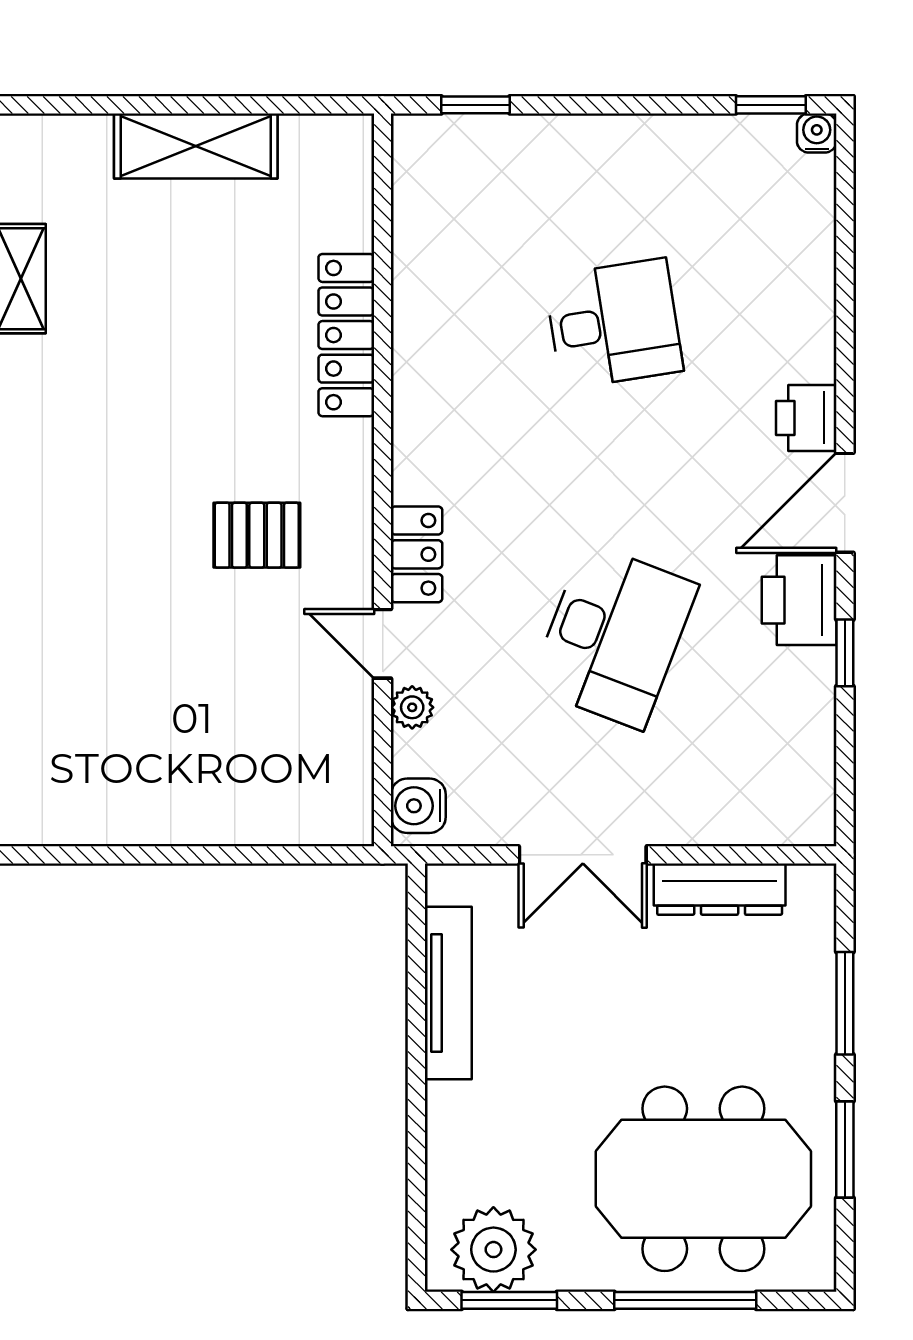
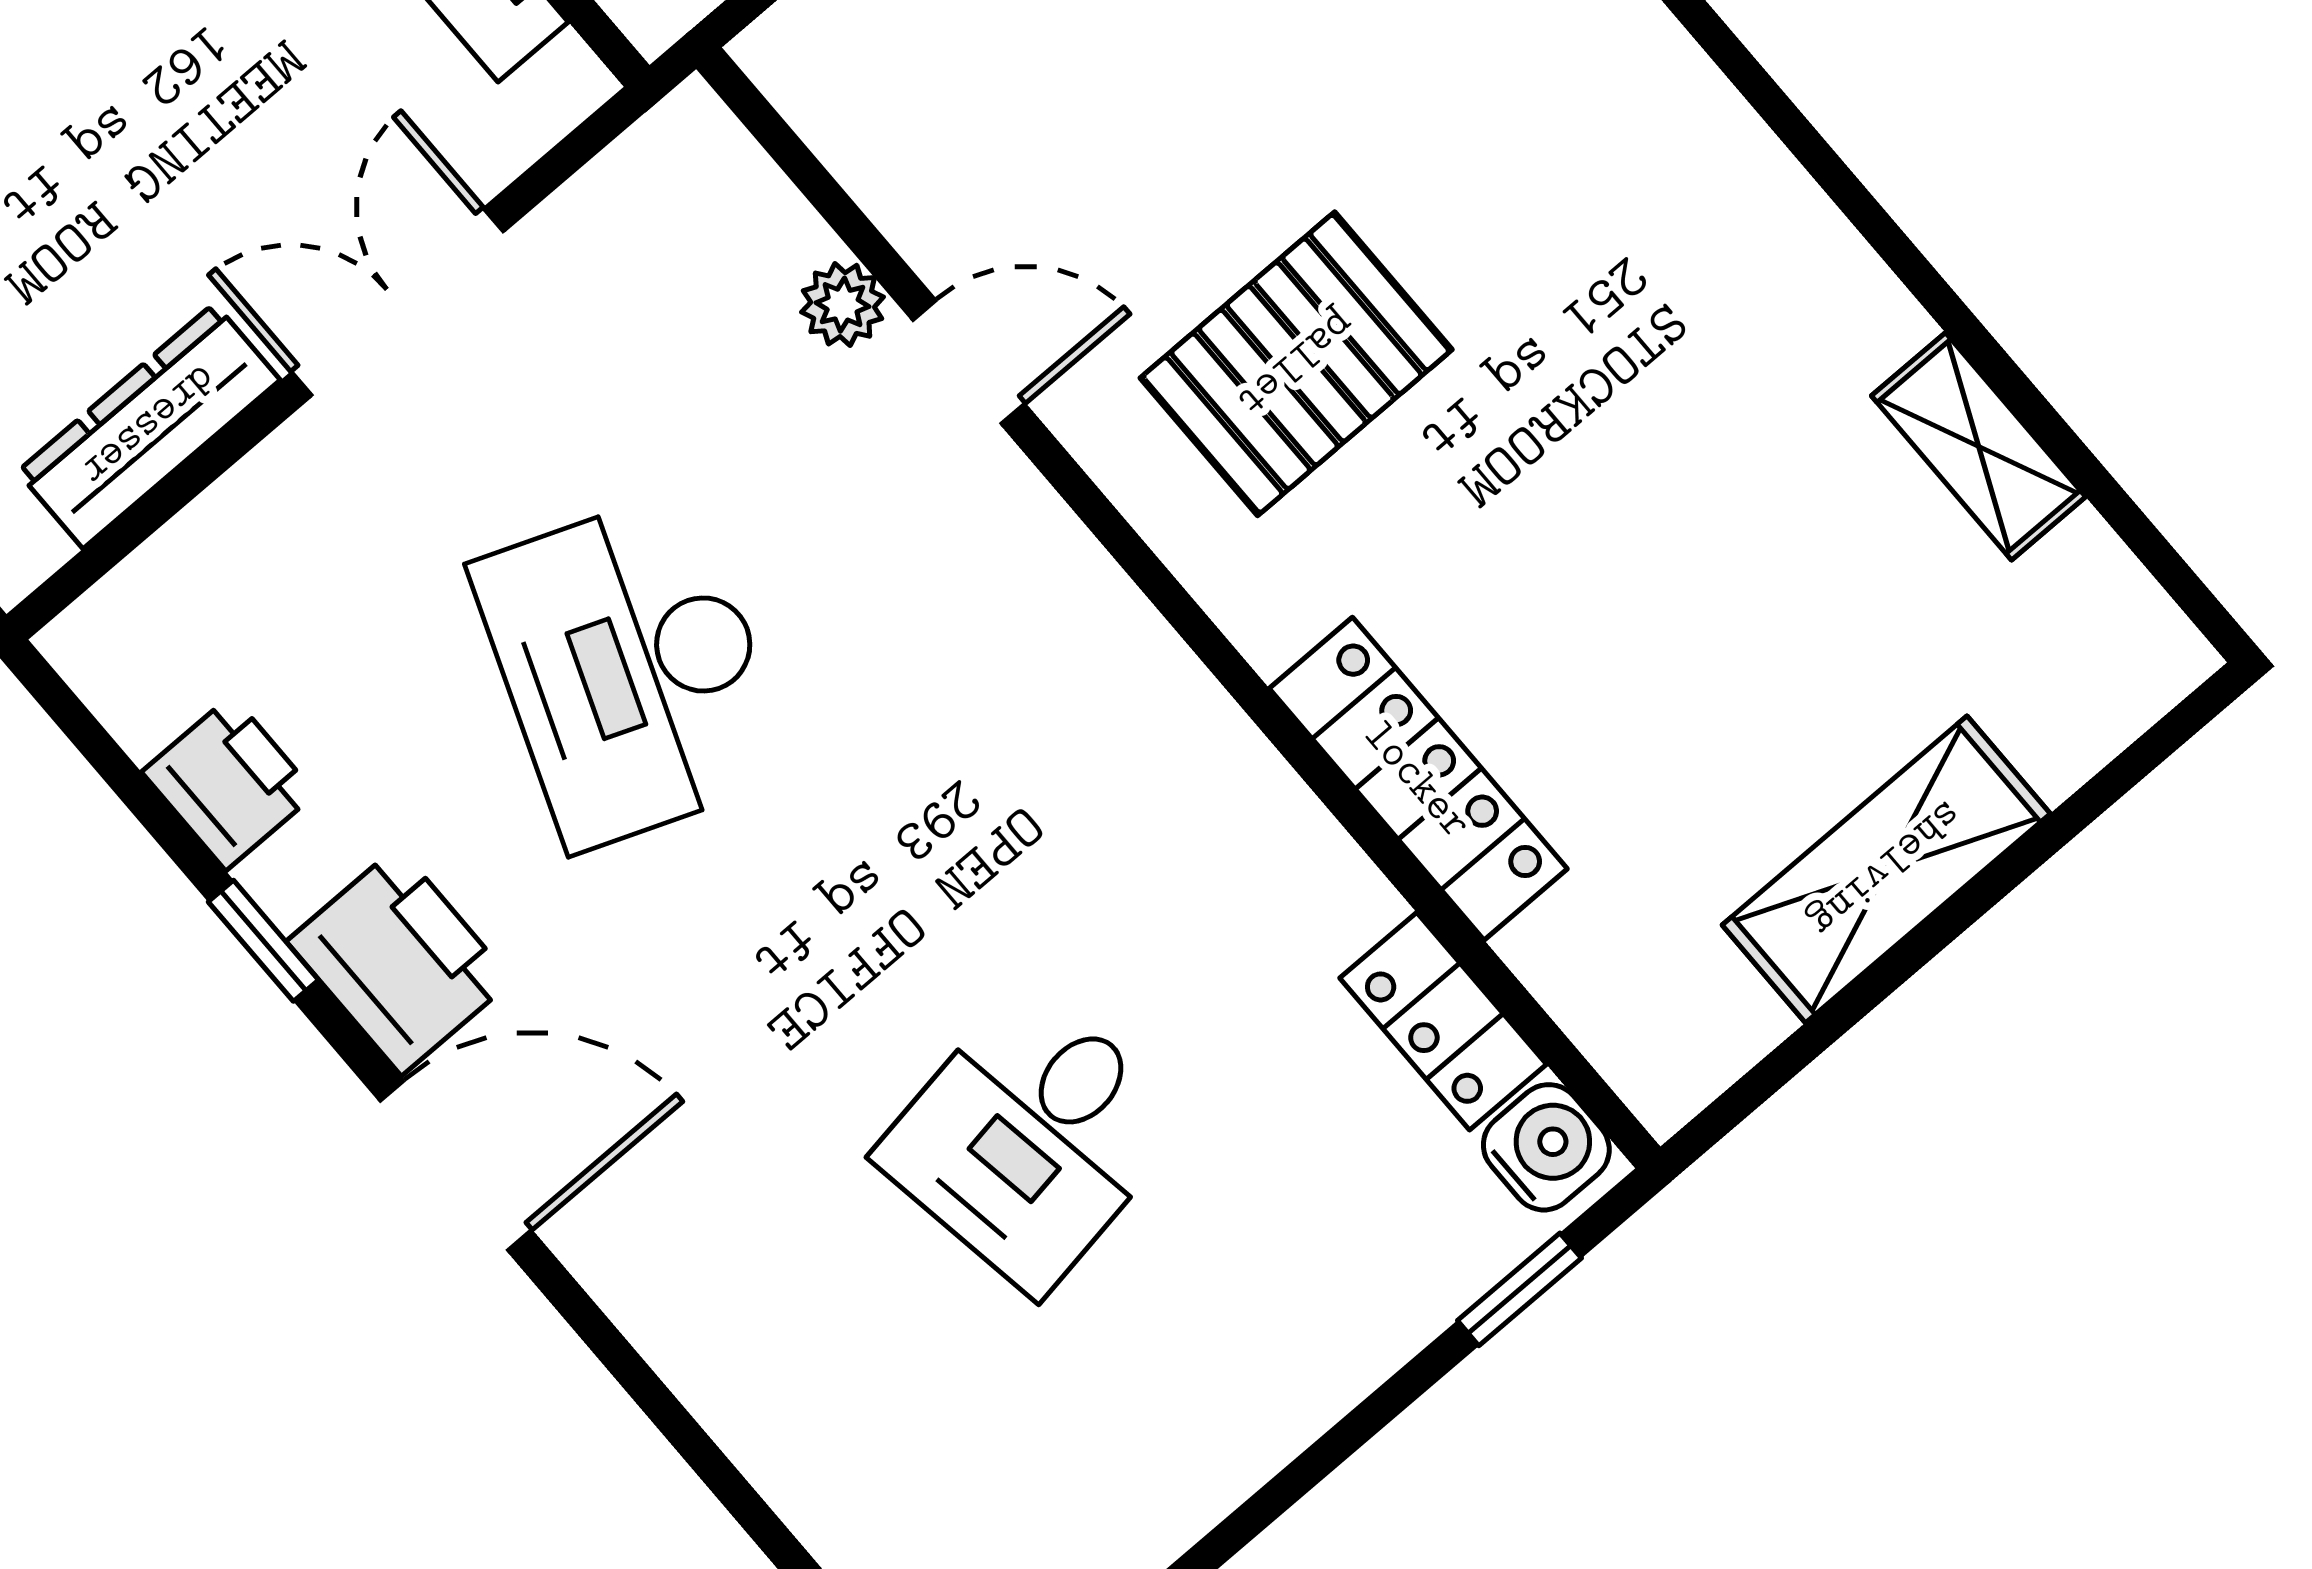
printer: (806, 418) -> (229, 783), moved
door: (845, 503) -> (456, 1166), hinge flipped
pallet: (257, 535) -> (1296, 364), width x1.50, depth x1.42
locker: (417, 554) -> (1443, 1021), moved
water cooler: (418, 806) -> (1546, 1147), moved

